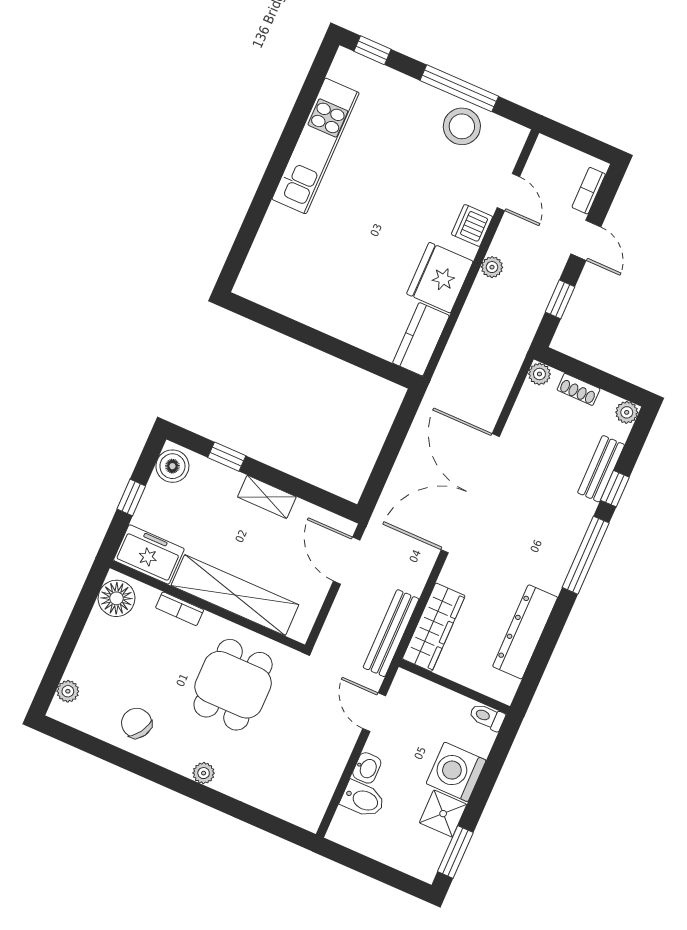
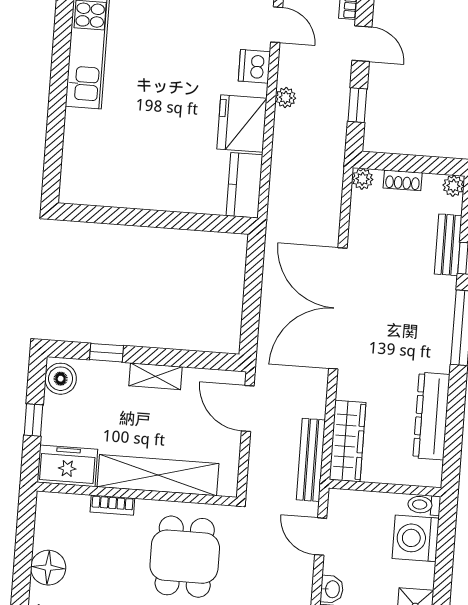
floor lamp: (116, 598) -> (48, 568), moved
washing machine: (456, 772) -> (416, 538), moved

